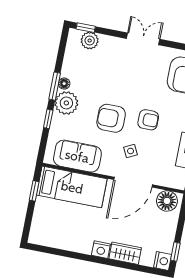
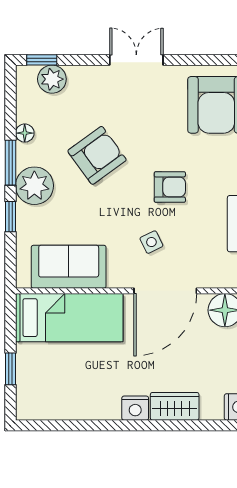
floor lamp: (64, 84) -> (25, 133), moved
armchair: (111, 118) -> (97, 155), moved, turned 144
window: (34, 191) -> (10, 369), moved

